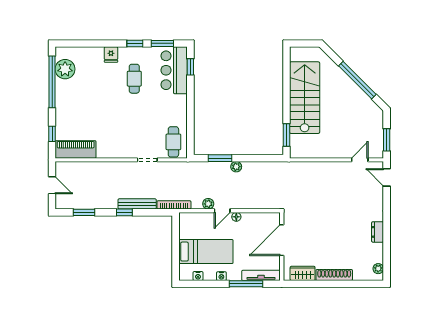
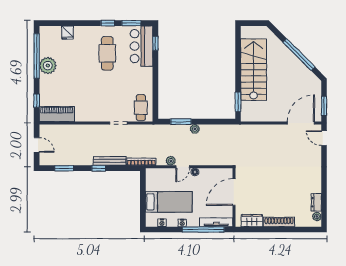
fridge: (111, 55) -> (67, 33), moved
plant: (65, 69) -> (48, 66), moved
cafe table: (134, 79) -> (107, 53), width x1.37, depth x1.35
door: (360, 160) -> (301, 123), width x1.88
dresser: (378, 232) -> (316, 202), moved
window: (246, 284) -> (203, 229), width x1.46

